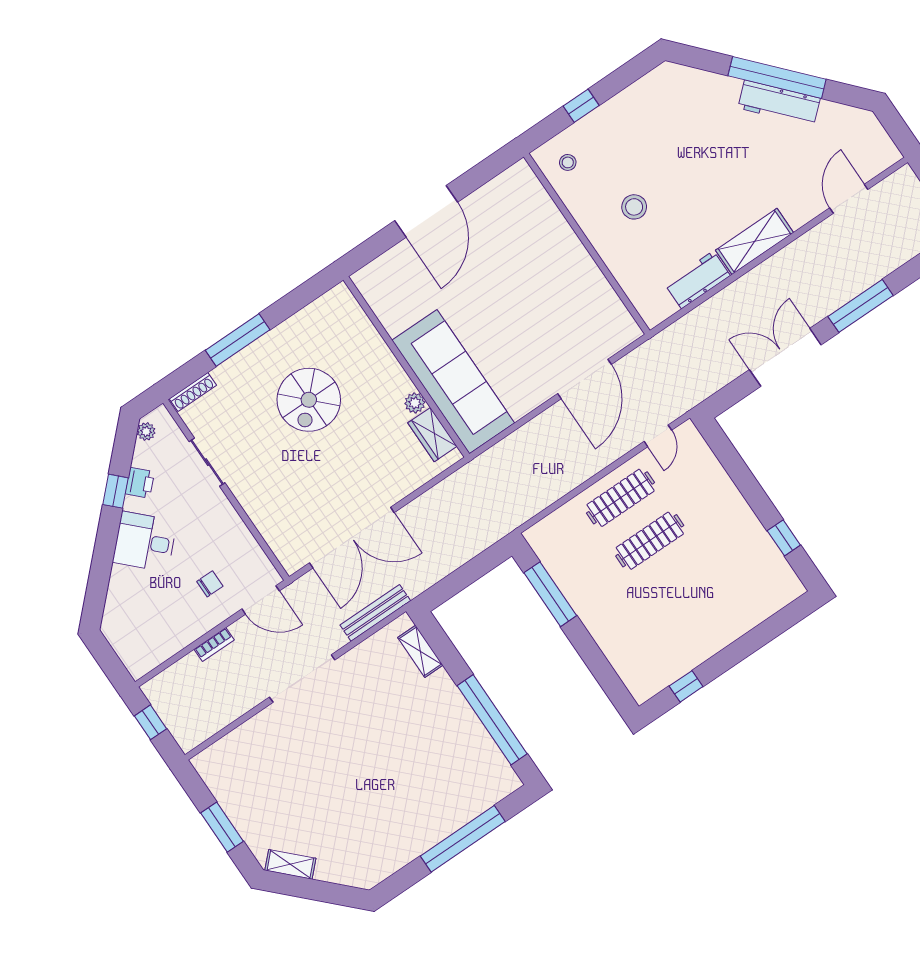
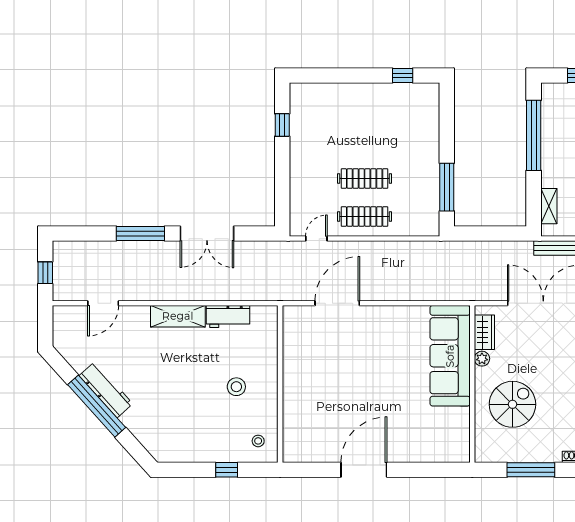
wall: (406, 367) -> (472, 384), moved
sofa: (453, 382) -> (450, 356), moved
plant: (415, 403) -> (482, 359), moved
wardrobe: (432, 435) -> (484, 332), moved

